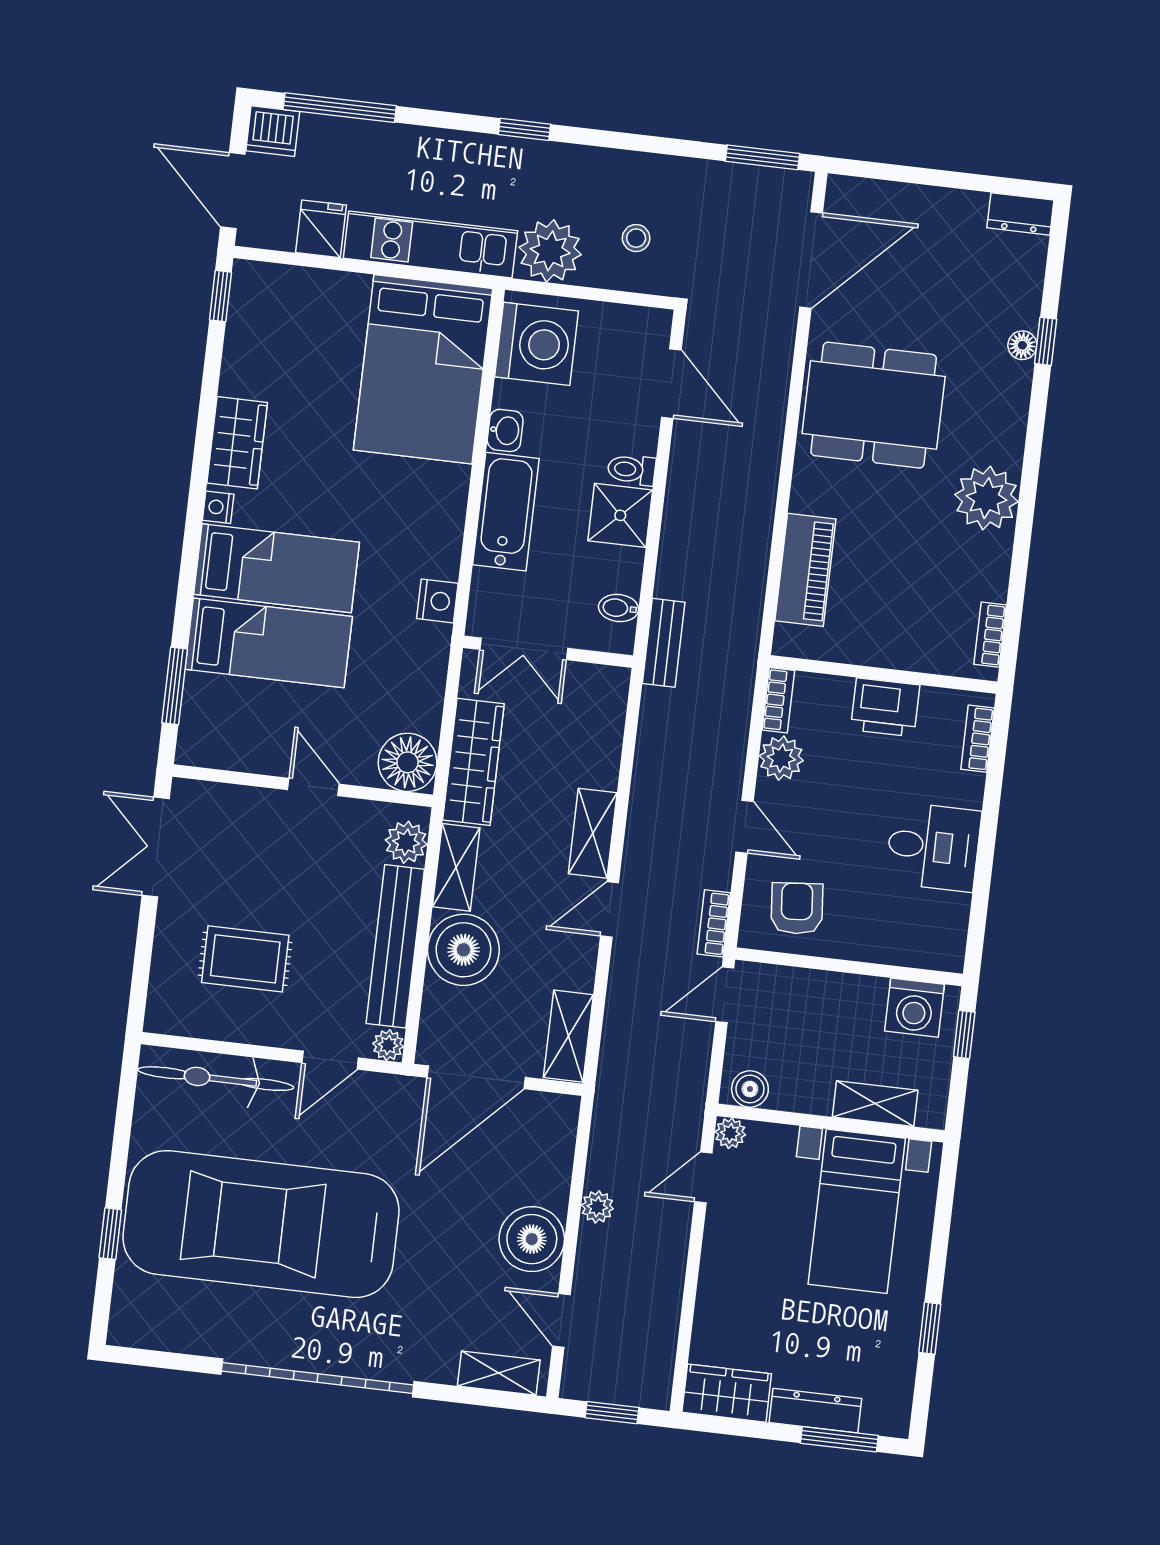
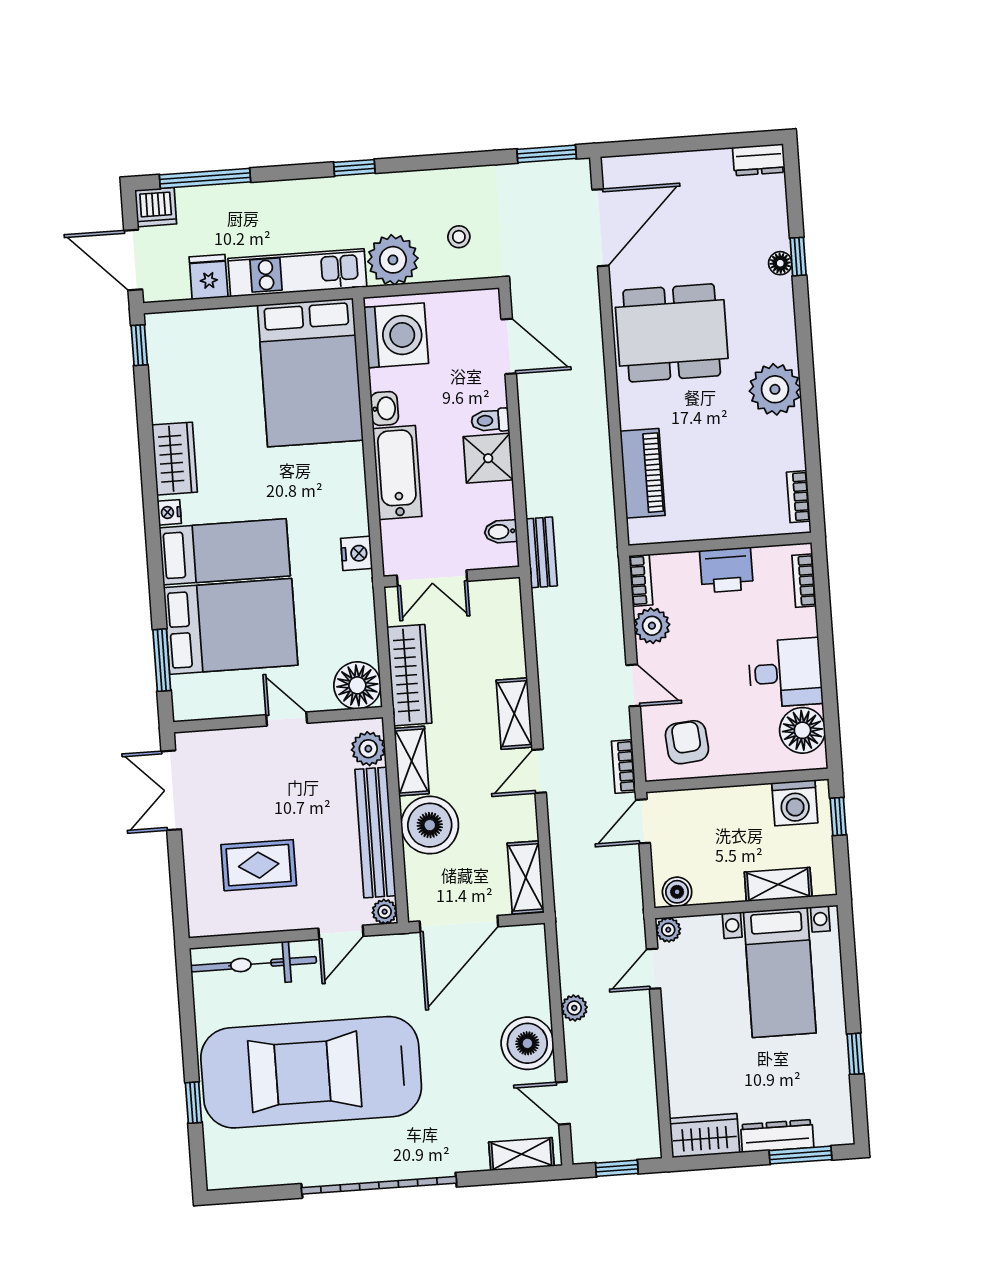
bed: (269, 643) -> (231, 626), width x1.50
floor lamp: (941, 921) -> (802, 730), added

